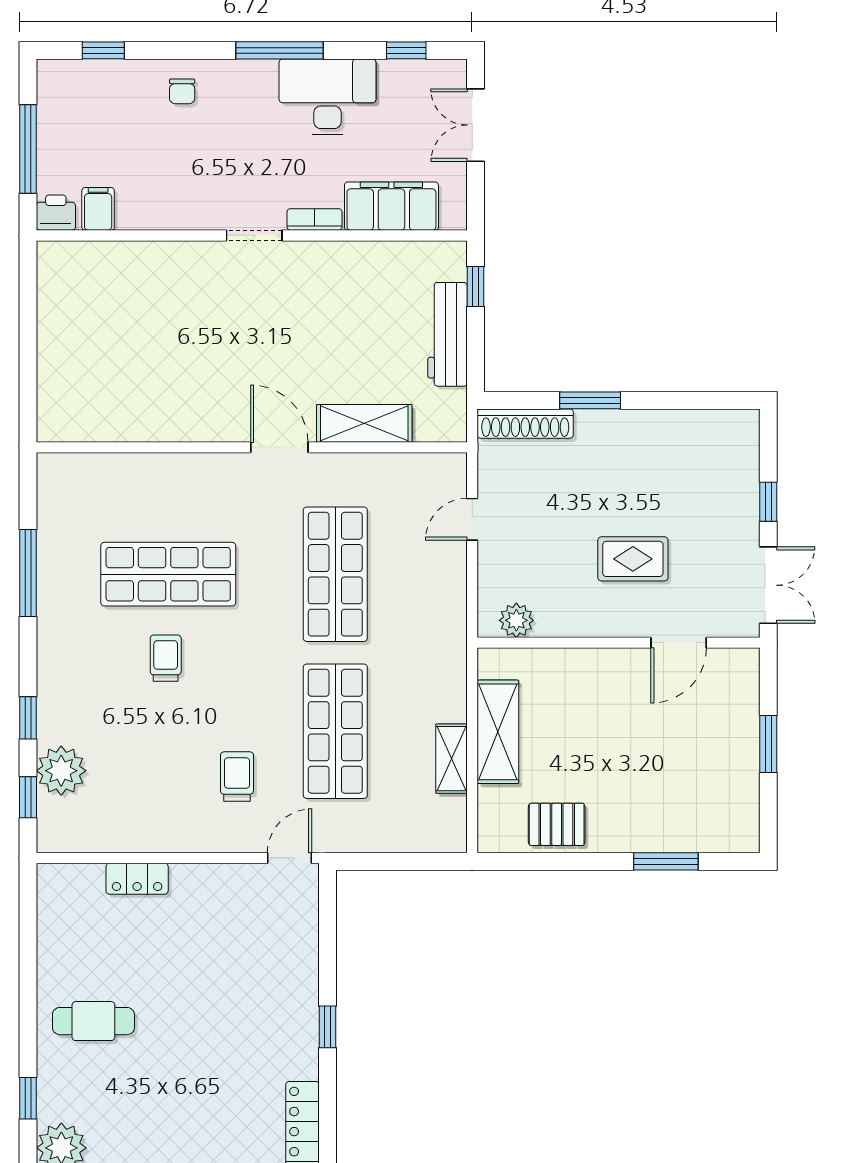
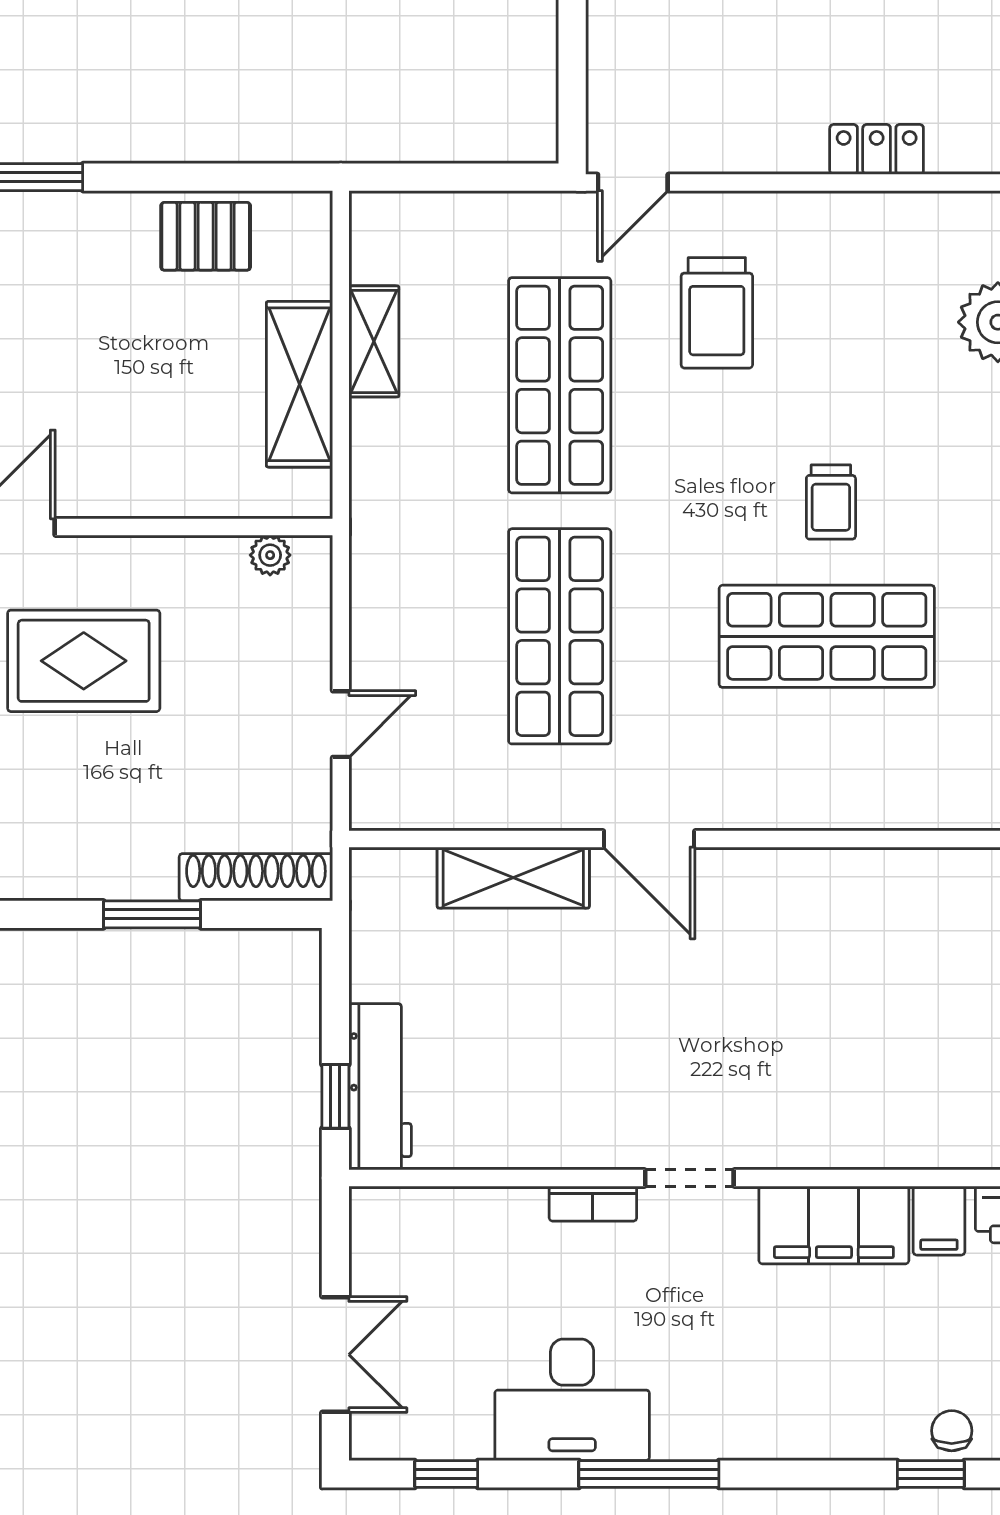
chair: (182, 91) -> (952, 1431), moved
filing cabinet: (391, 206) -> (834, 1225), moved
workbench: (448, 334) -> (380, 1087), moved
rug: (633, 559) -> (84, 661), width x1.36, depth x1.43
plant: (516, 620) -> (270, 555), width x0.73, depth x0.73
trolley: (237, 777) -> (717, 313), width x1.36, depth x1.39

